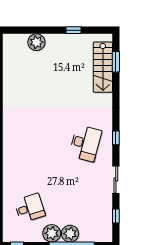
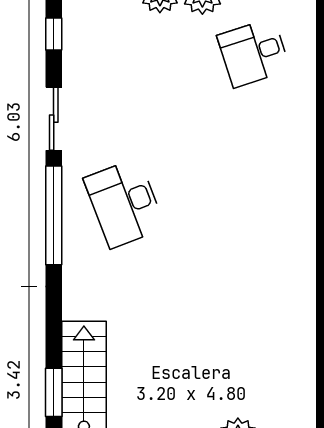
window: (116, 138) -> (54, 215), width x3.17
desk: (85, 143) -> (124, 203), turned -36

